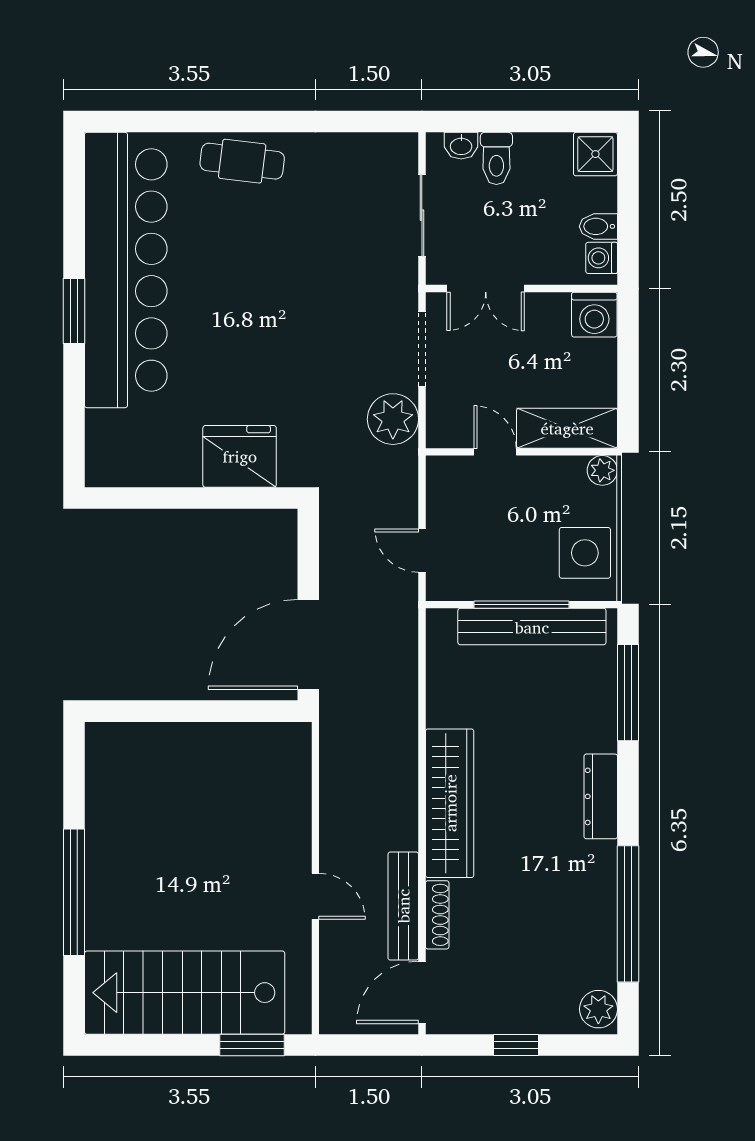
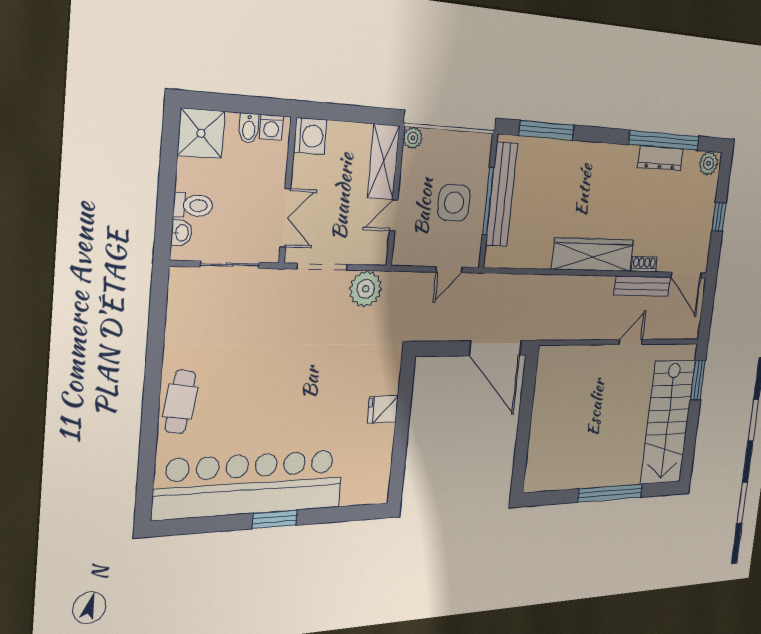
shower: (595, 154) -> (201, 133), width x1.36, depth x1.36
fridge: (240, 456) -> (383, 409), width x0.53, depth x0.75
side table: (585, 553) -> (454, 203), moved
dresser: (601, 796) -> (660, 158), moved
shoe rack: (437, 915) -> (644, 264), width x0.70

